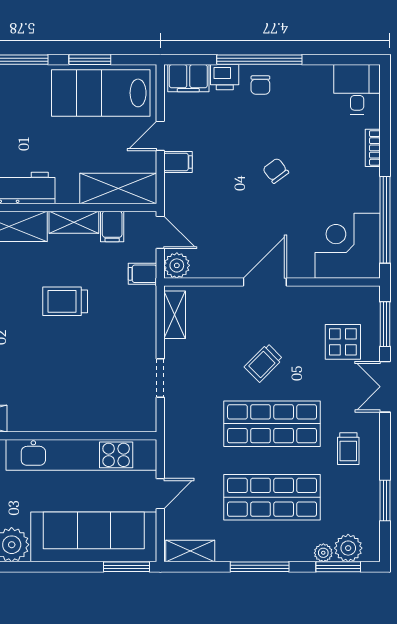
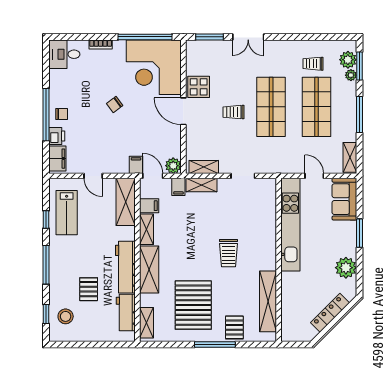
window: (90, 60) -> (46, 219), width x0.67
lab bench: (101, 93) -> (67, 213), width x0.73, depth x0.72
filing cabinet: (178, 162) -> (136, 165), moved
door: (160, 232) -> (153, 176), hinge flipped
corner desk: (348, 246) -> (154, 67), width x1.36, depth x1.36
trolley: (65, 301) -> (229, 253), moved
shelving: (145, 311) -> (202, 185), added
display table: (343, 342) -> (199, 87), moved
trolley: (264, 363) -> (233, 112), turned 135
trolley: (348, 449) -> (313, 64), moved, turned 180
window: (385, 501) -> (319, 37), removed
sofa: (94, 537) -> (344, 199), width x0.54, depth x0.79
window: (127, 567) -> (359, 233), moved

